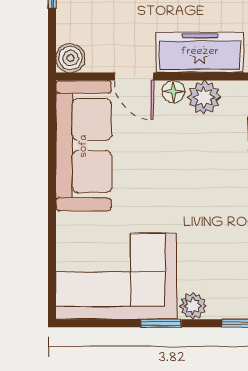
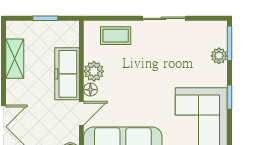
plant: (193, 306) -> (219, 56), moved

